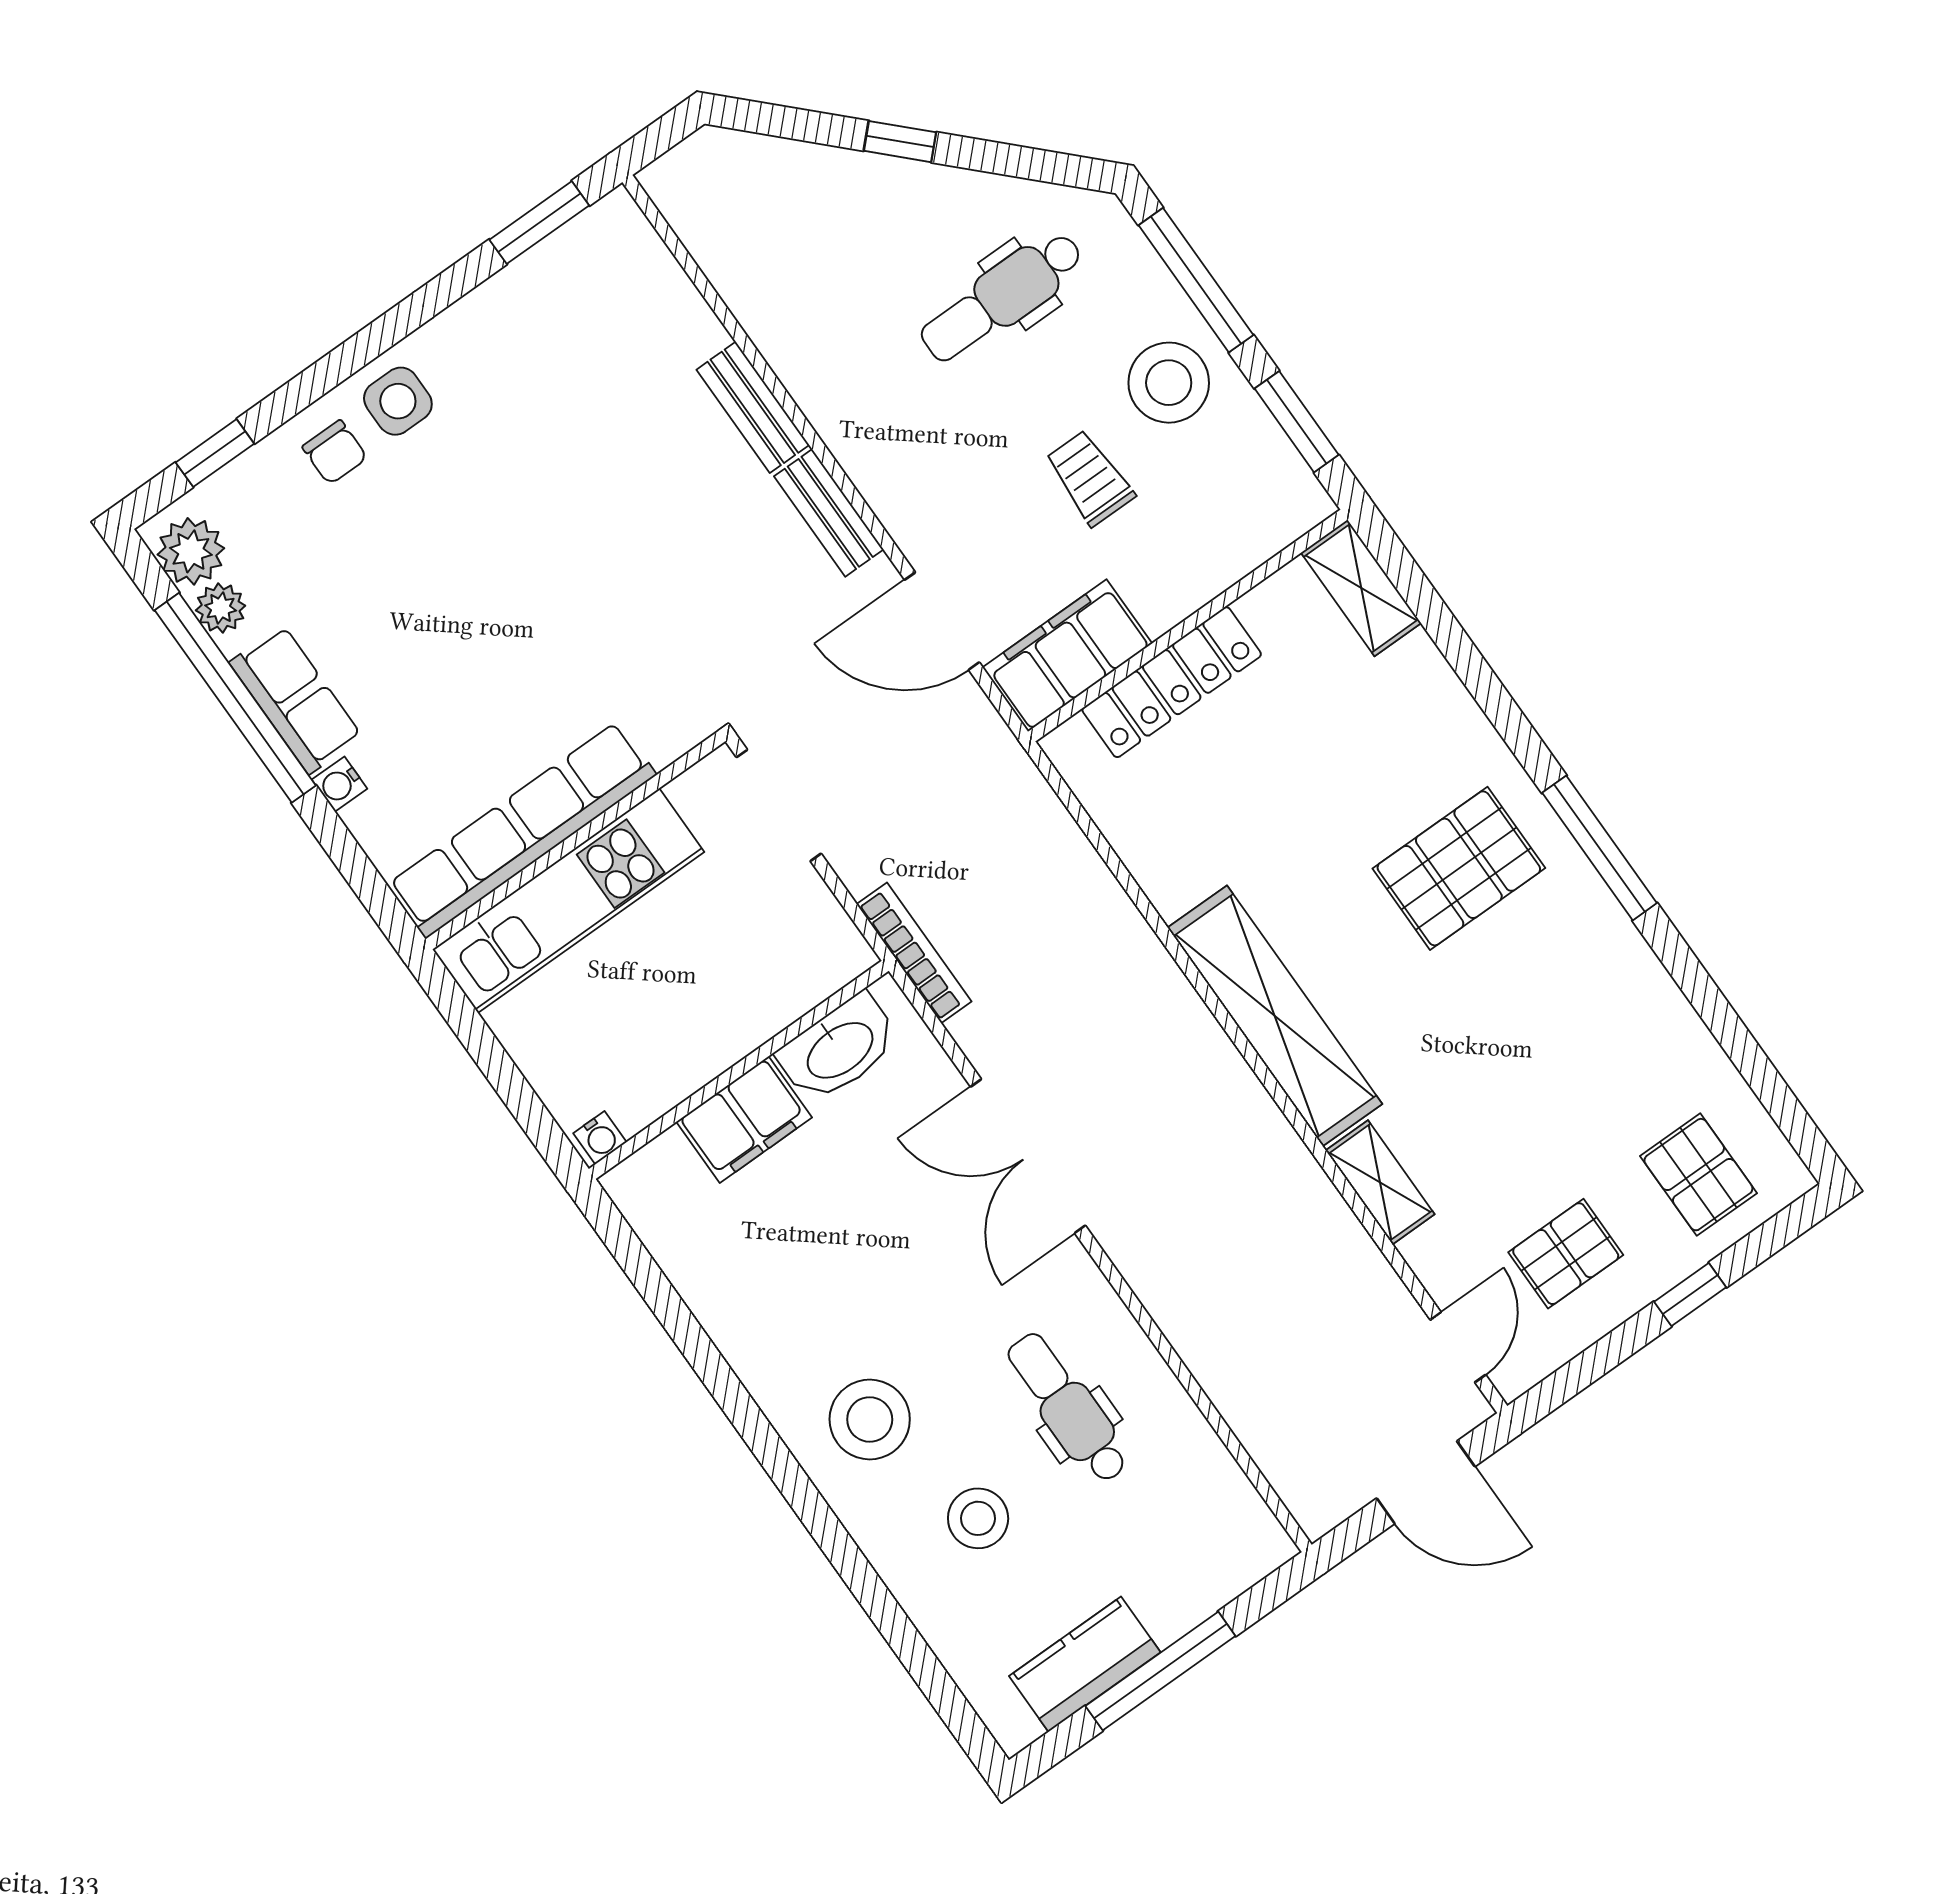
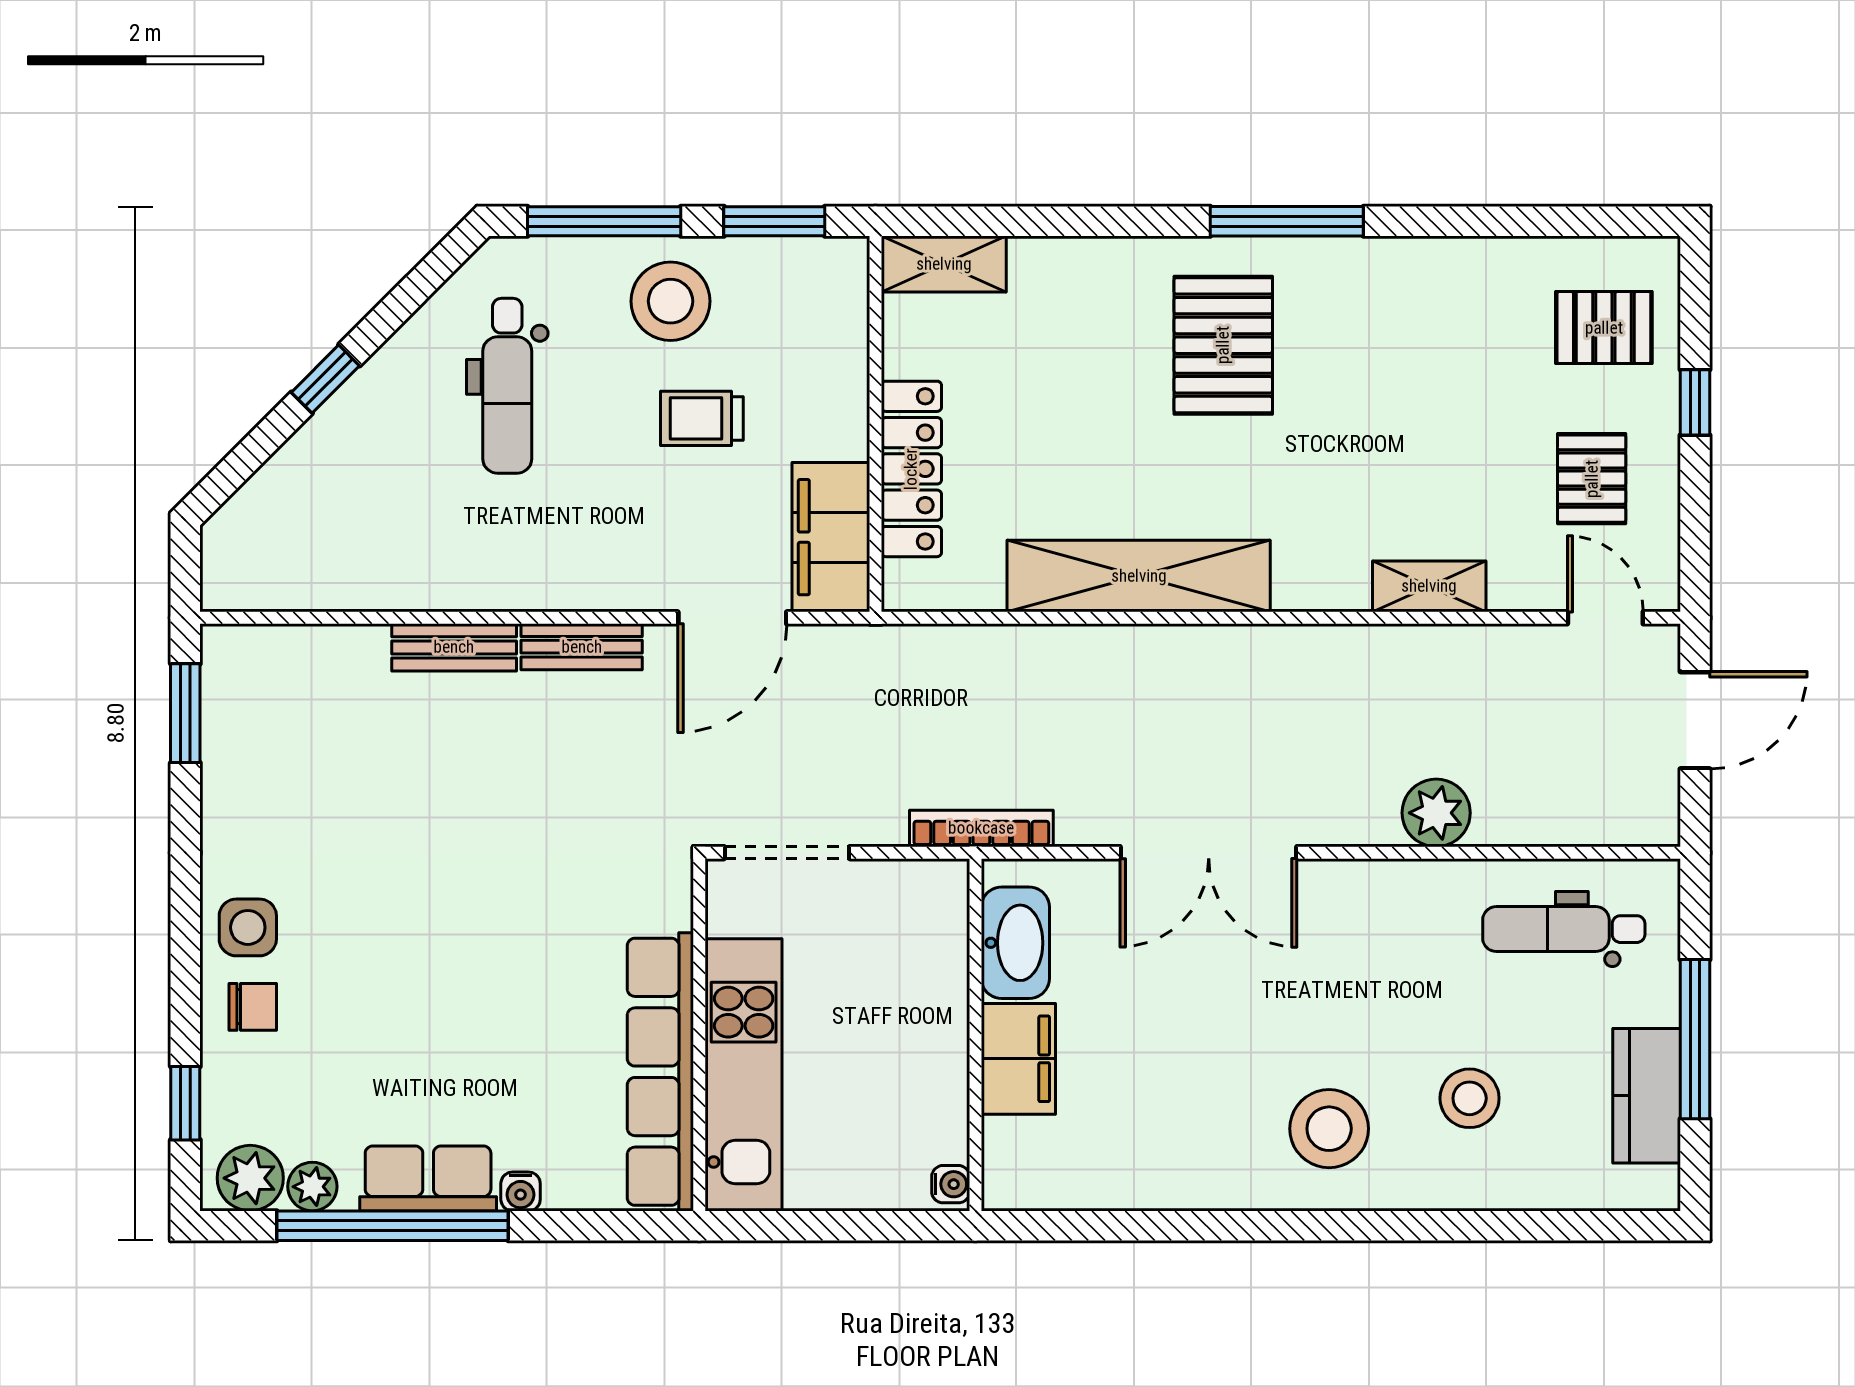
shelving: (1275, 1016) -> (1139, 576), moved
plant: (1196, 1322) -> (1436, 813), added
dental chair: (1068, 1408) -> (1564, 929), moved

